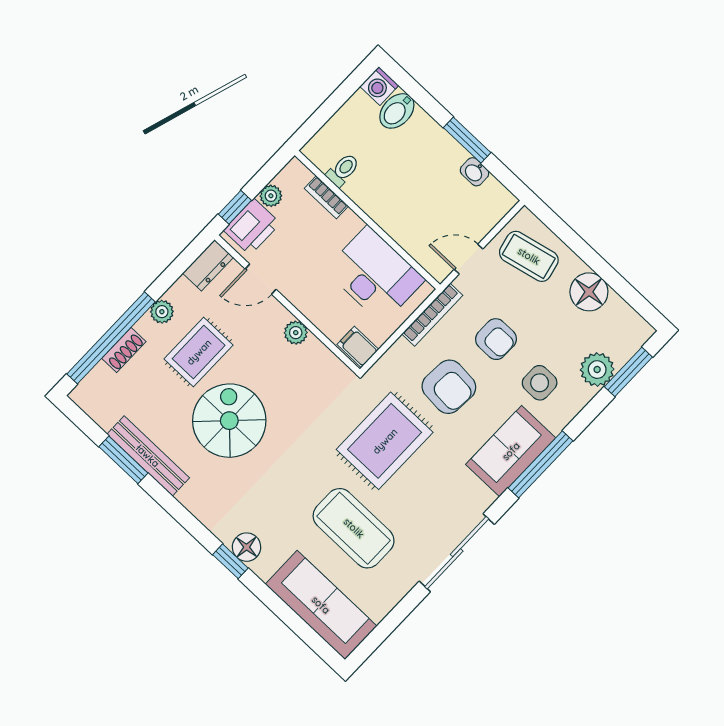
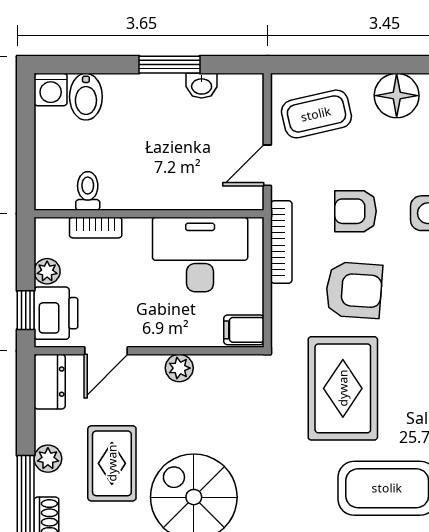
armchair: (496, 339) -> (356, 211), turned 180

